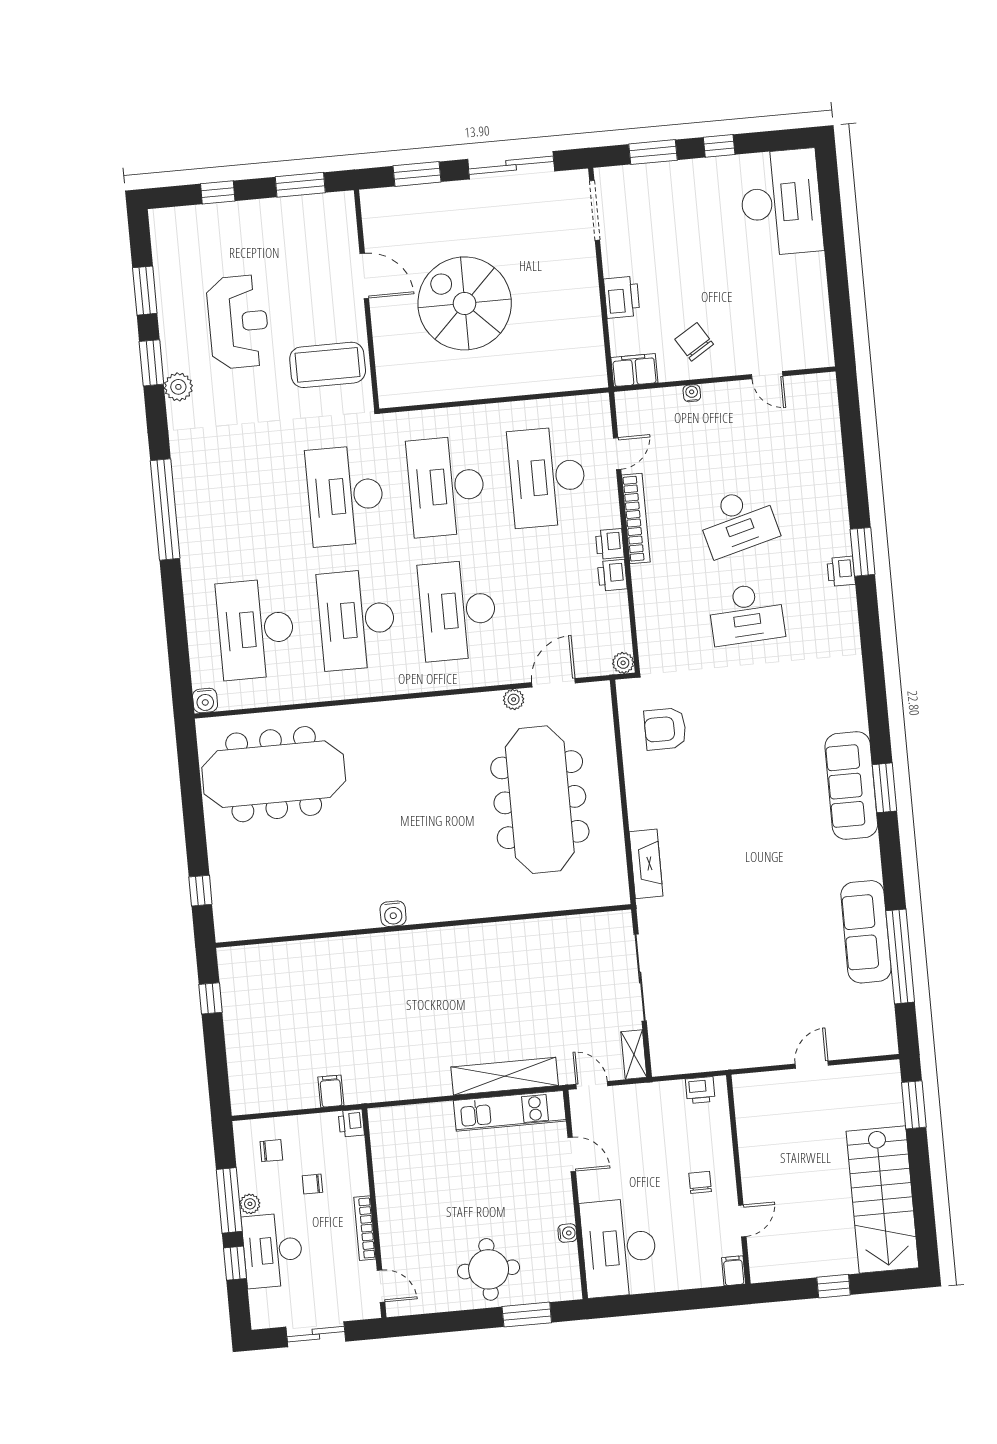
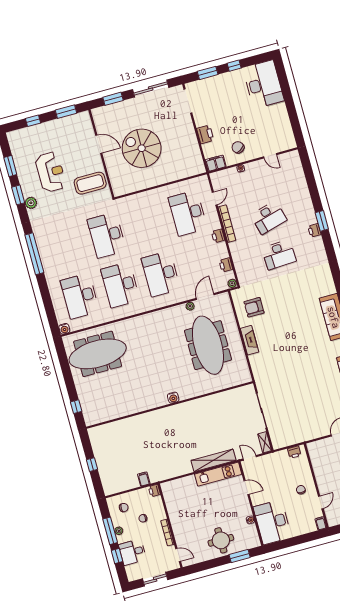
desk: (446, 486) -> (147, 224), removed
printer: (612, 575) -> (226, 265), moved
fireplace: (646, 864) -> (249, 340), moved
water cooler: (393, 914) -> (173, 398), moved
window: (210, 998) -> (92, 465), moved
desk: (273, 1250) -> (133, 552), width x0.73

